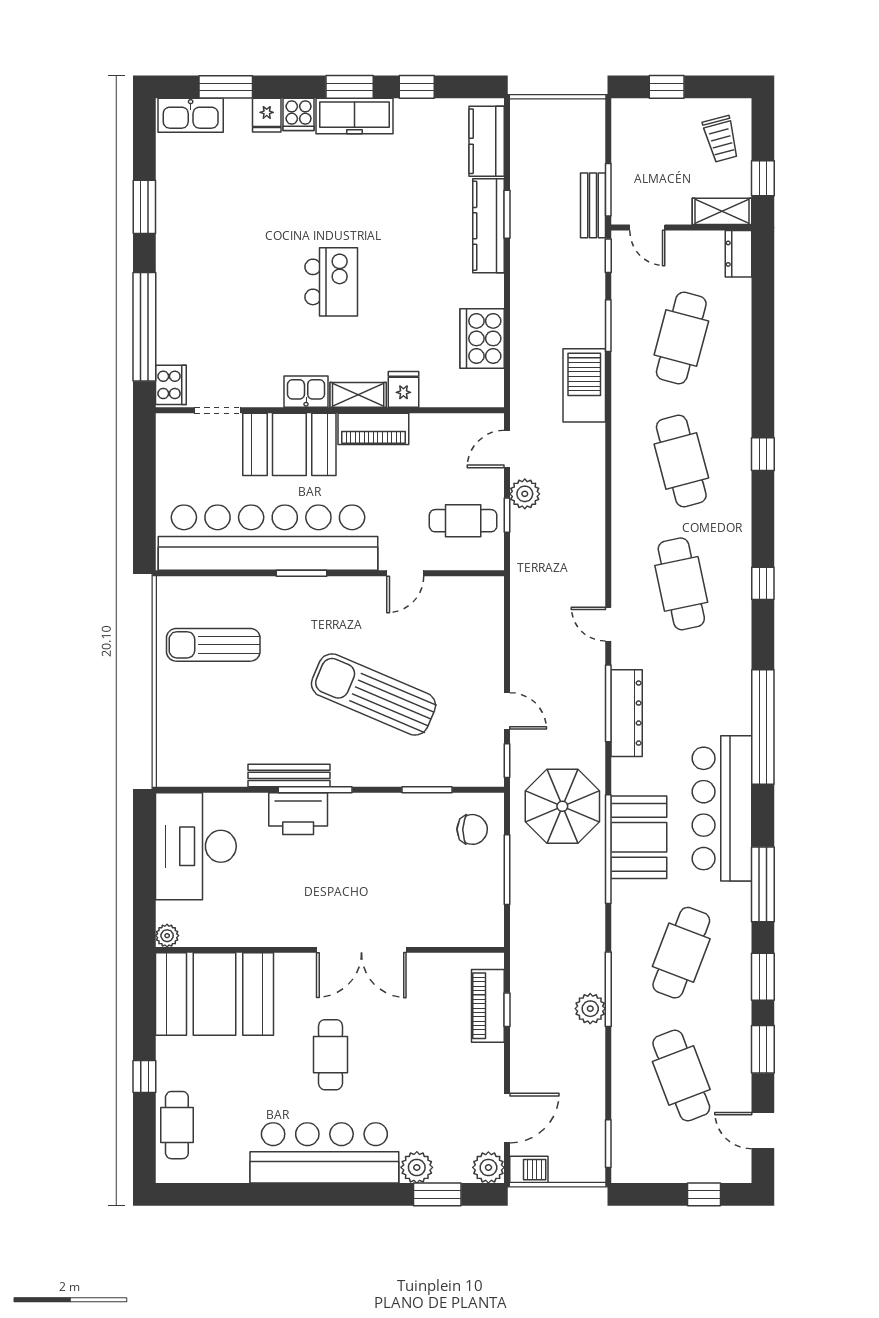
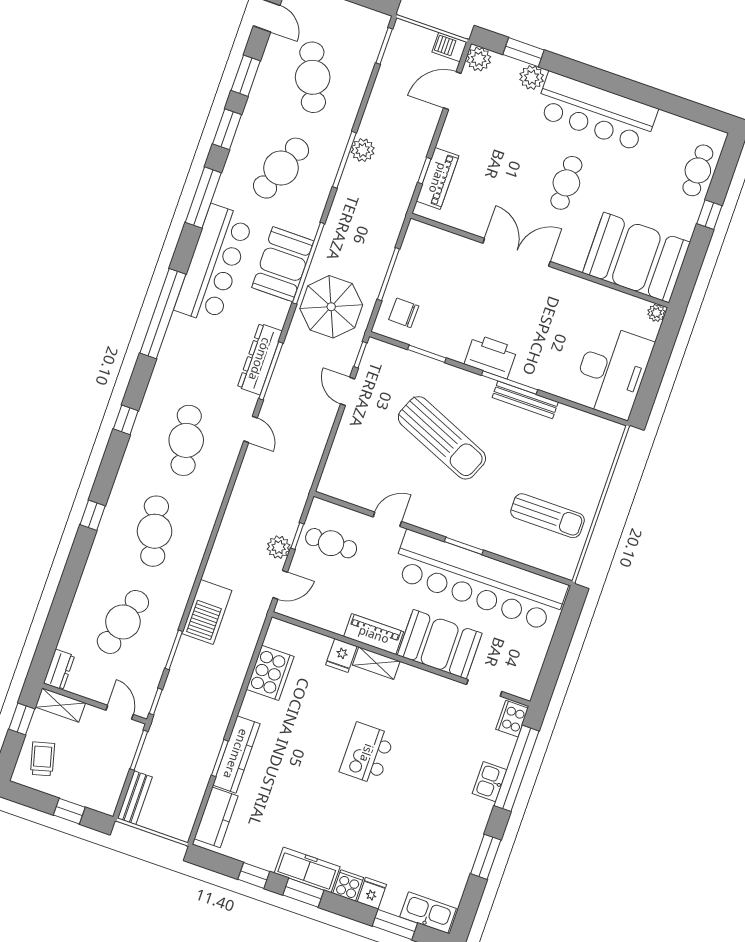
bench: (593, 205) -> (135, 798), moved
kitchen sink: (306, 392) -> (490, 782), moved, turned 90
printer: (298, 814) -> (491, 356), moved

